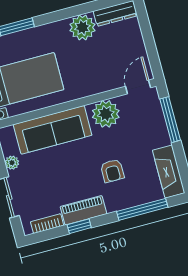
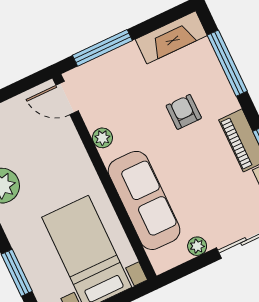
plant: (106, 114) -> (102, 138), width x0.53, depth x0.53
armchair: (112, 171) -> (184, 112), turned -90

